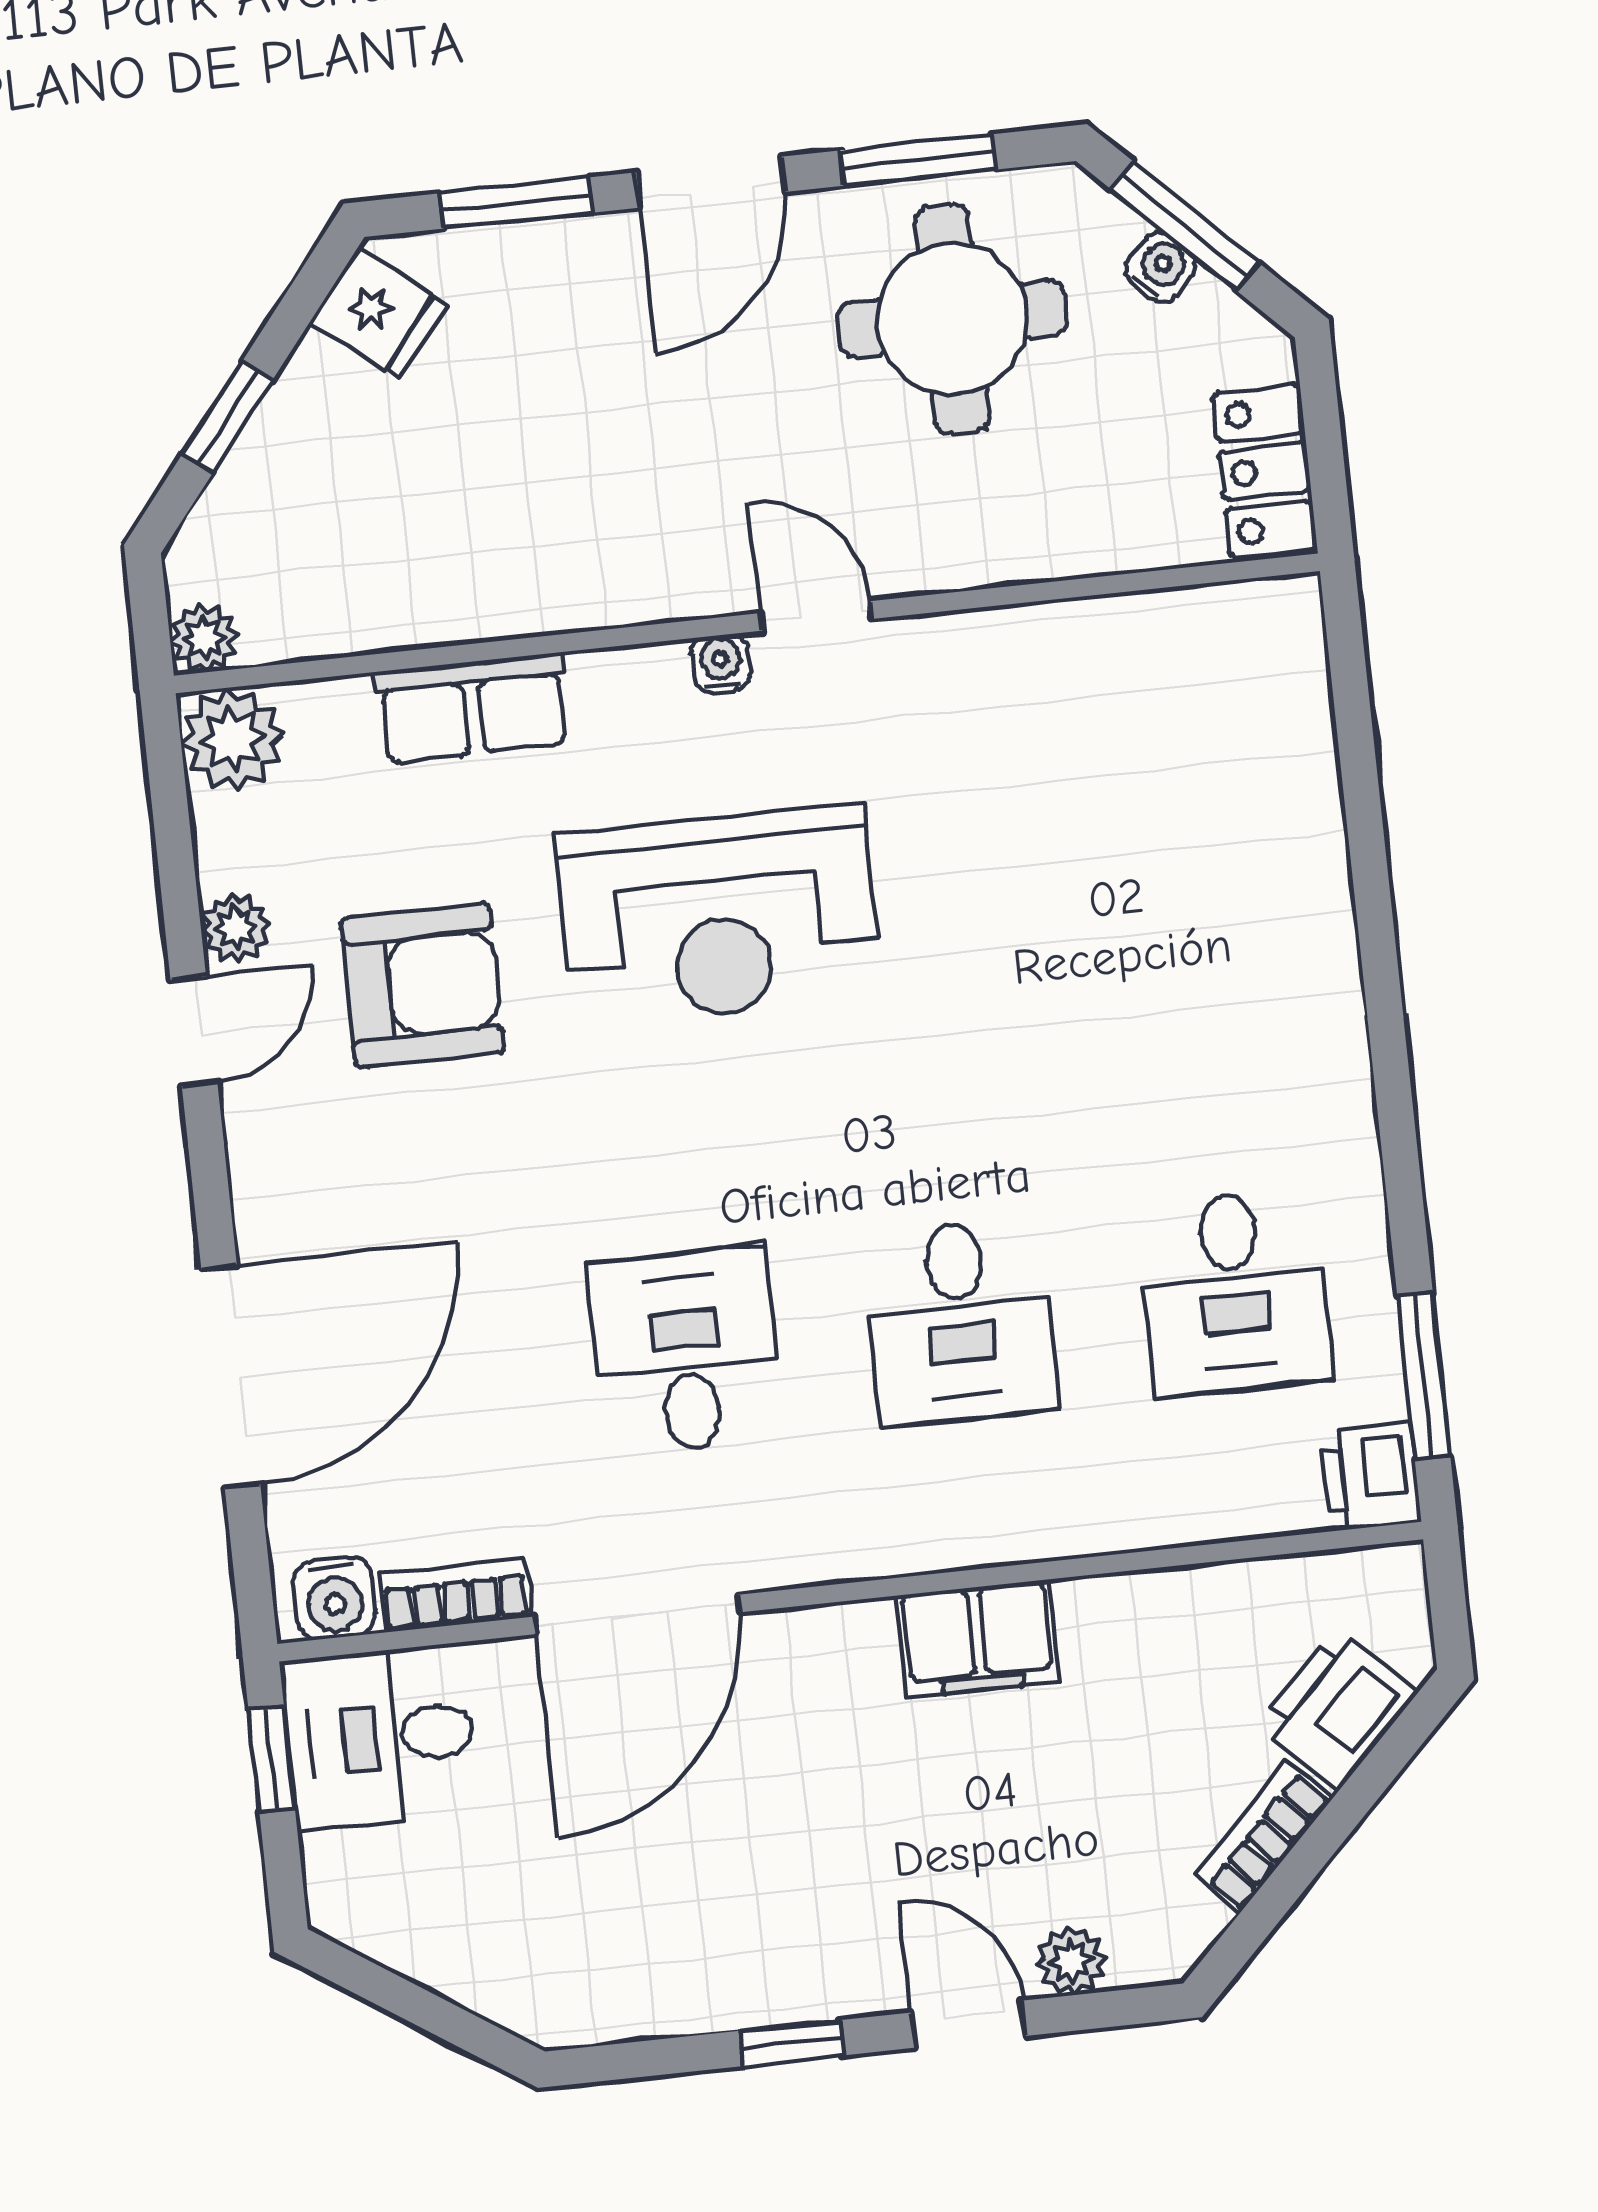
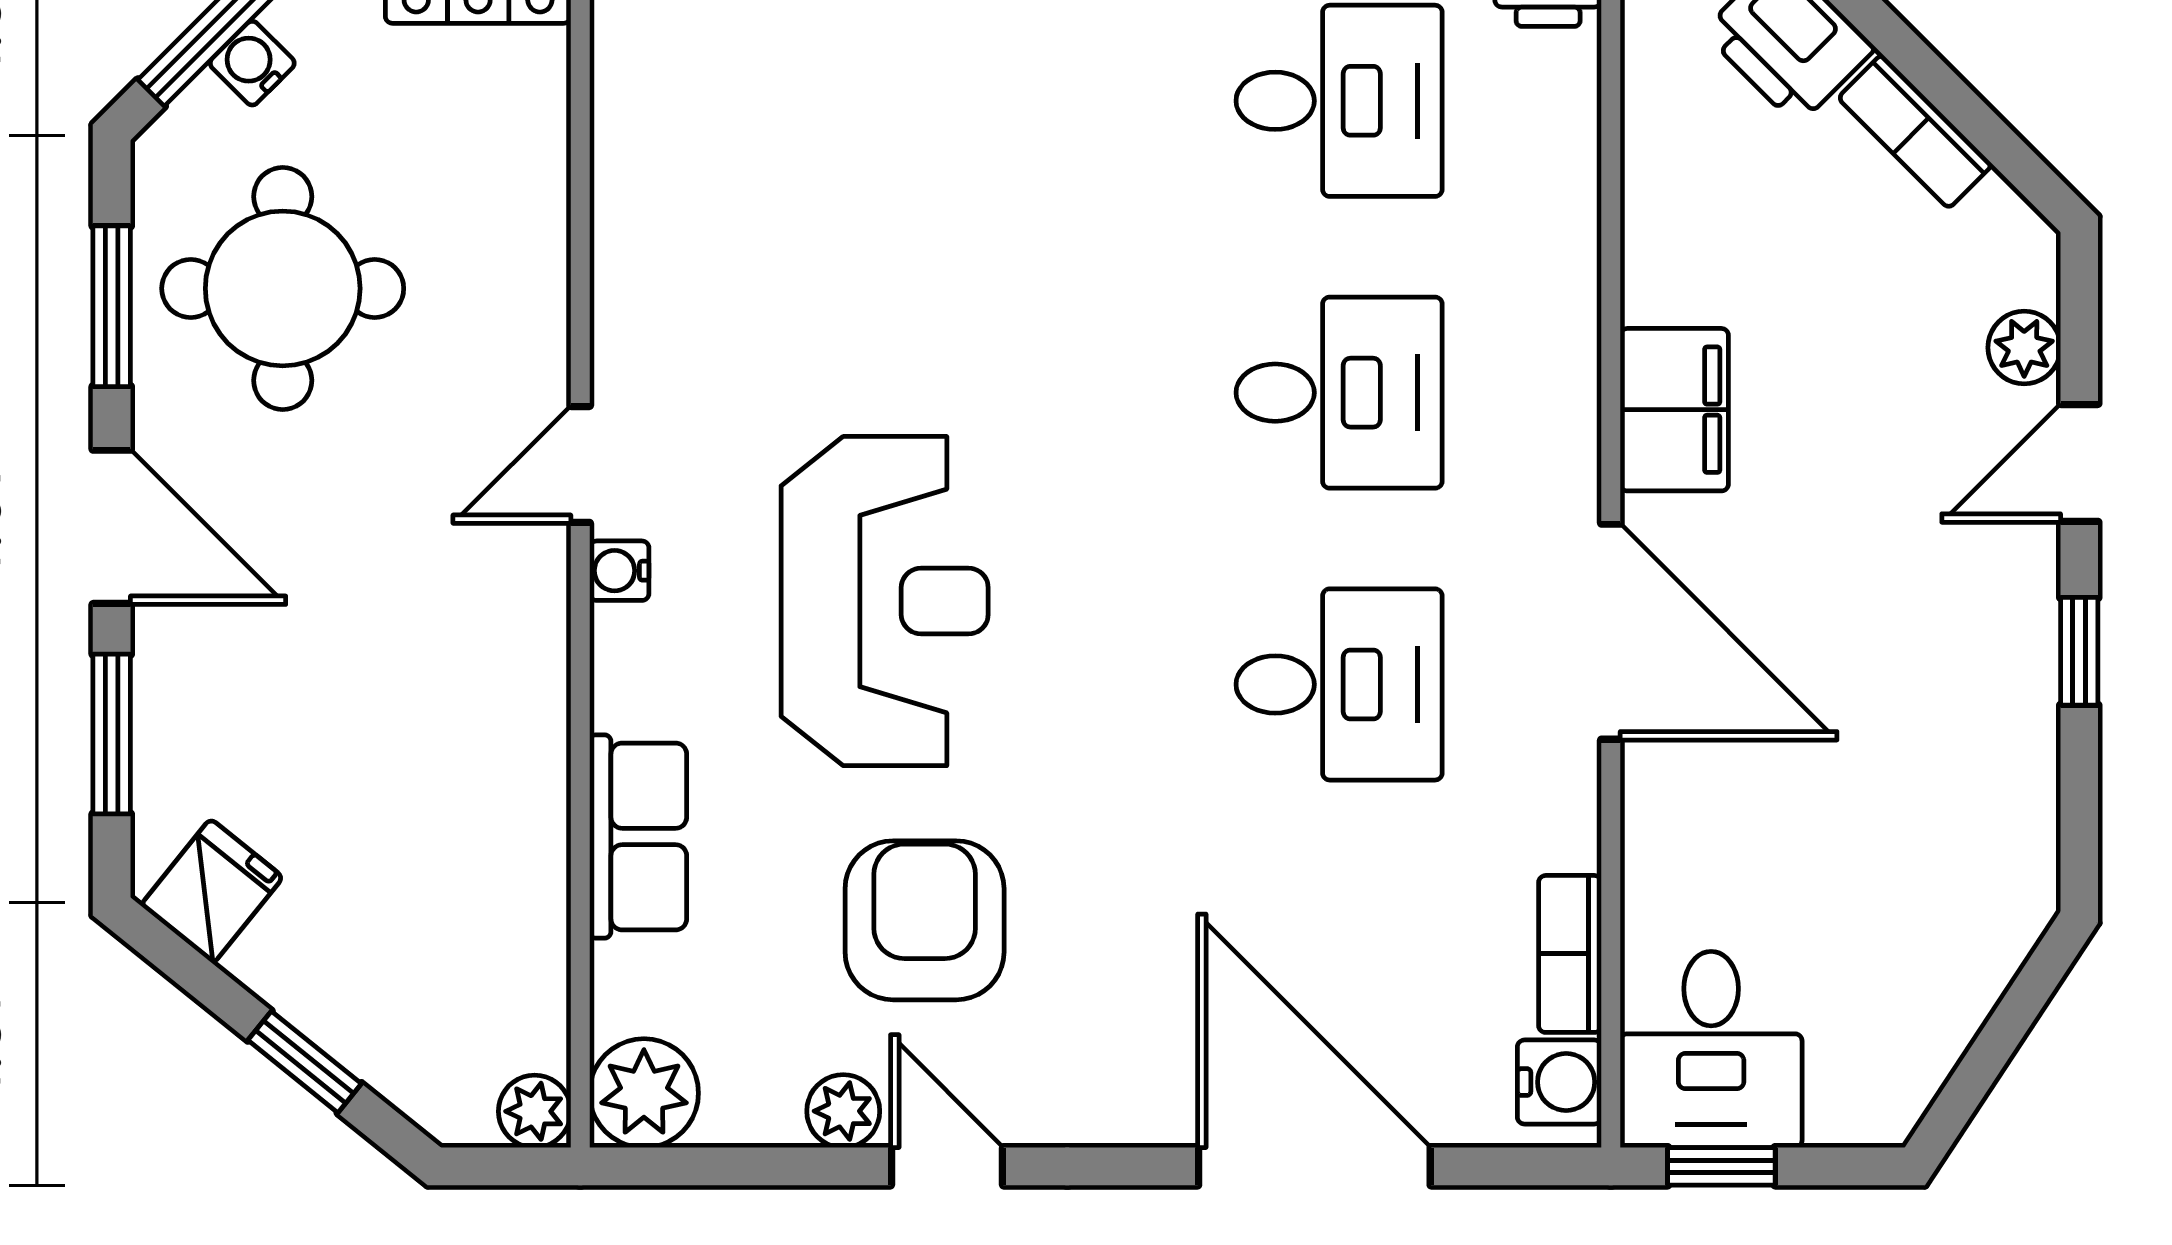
desk: (686, 1351) -> (1339, 684), turned 180
door: (637, 1614) -> (1611, 632), moved

